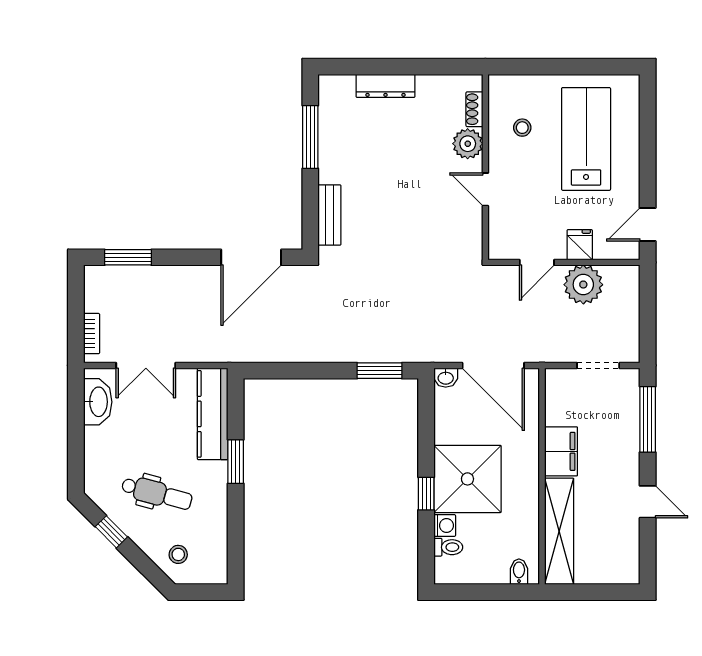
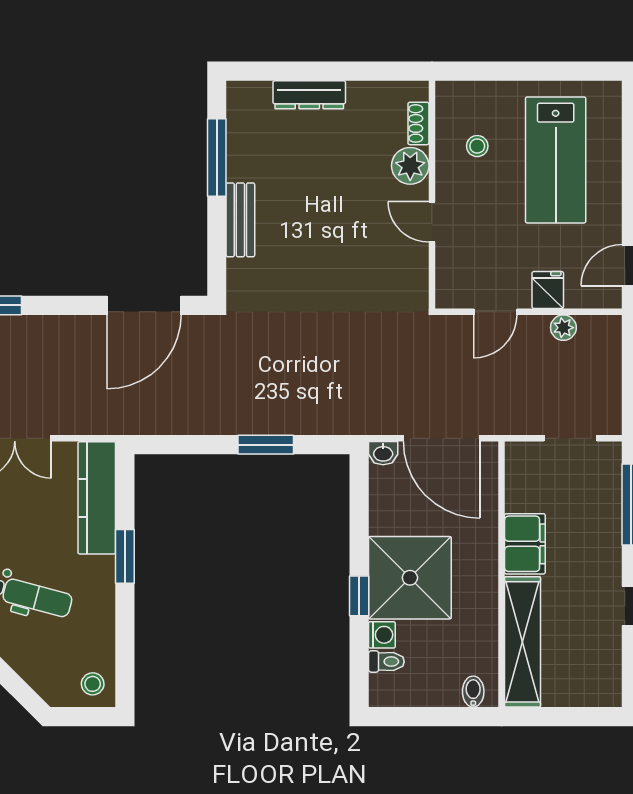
lab bench: (586, 139) -> (556, 160), turned 180
bench: (329, 215) -> (240, 220), moved
plant: (583, 285) -> (563, 328), width x0.53, depth x0.53
window: (379, 371) -> (266, 445), moved
stool: (178, 554) -> (93, 684), moved

